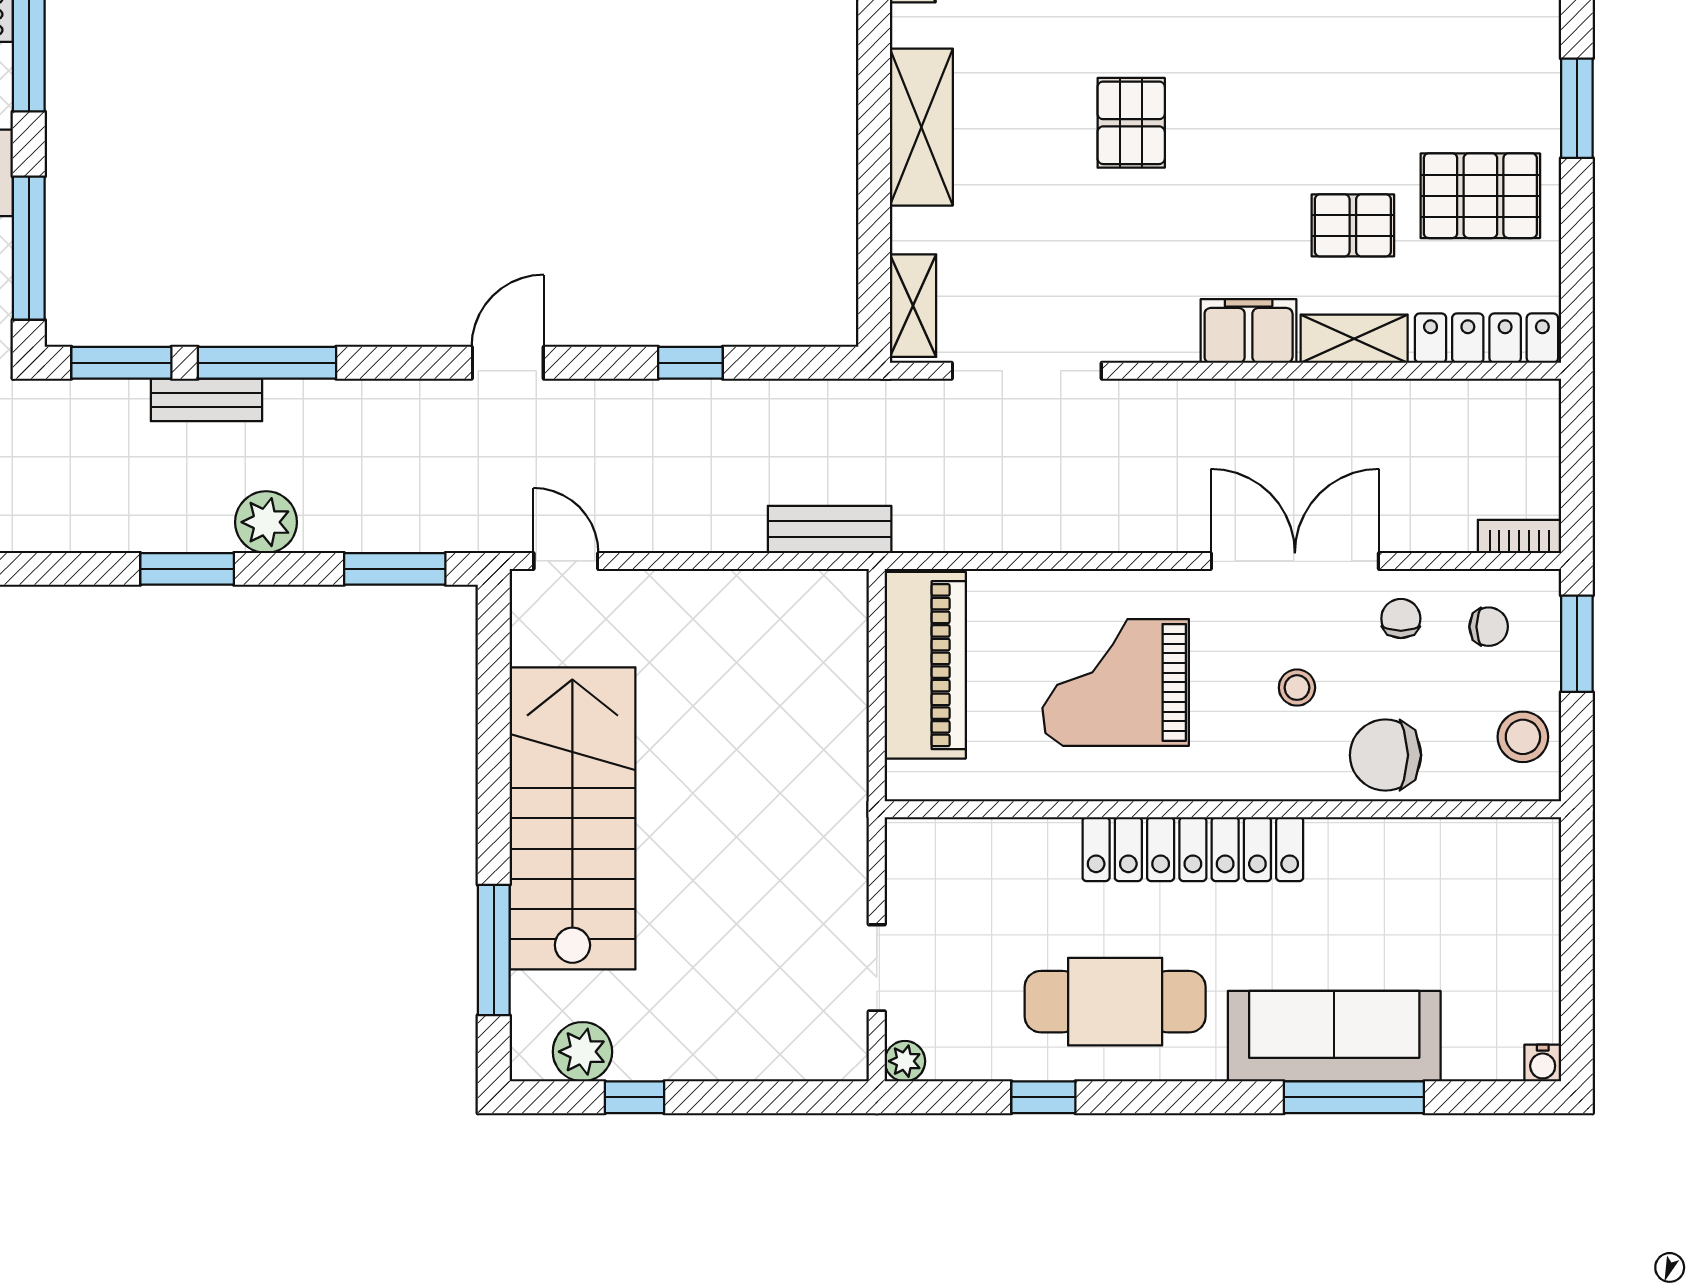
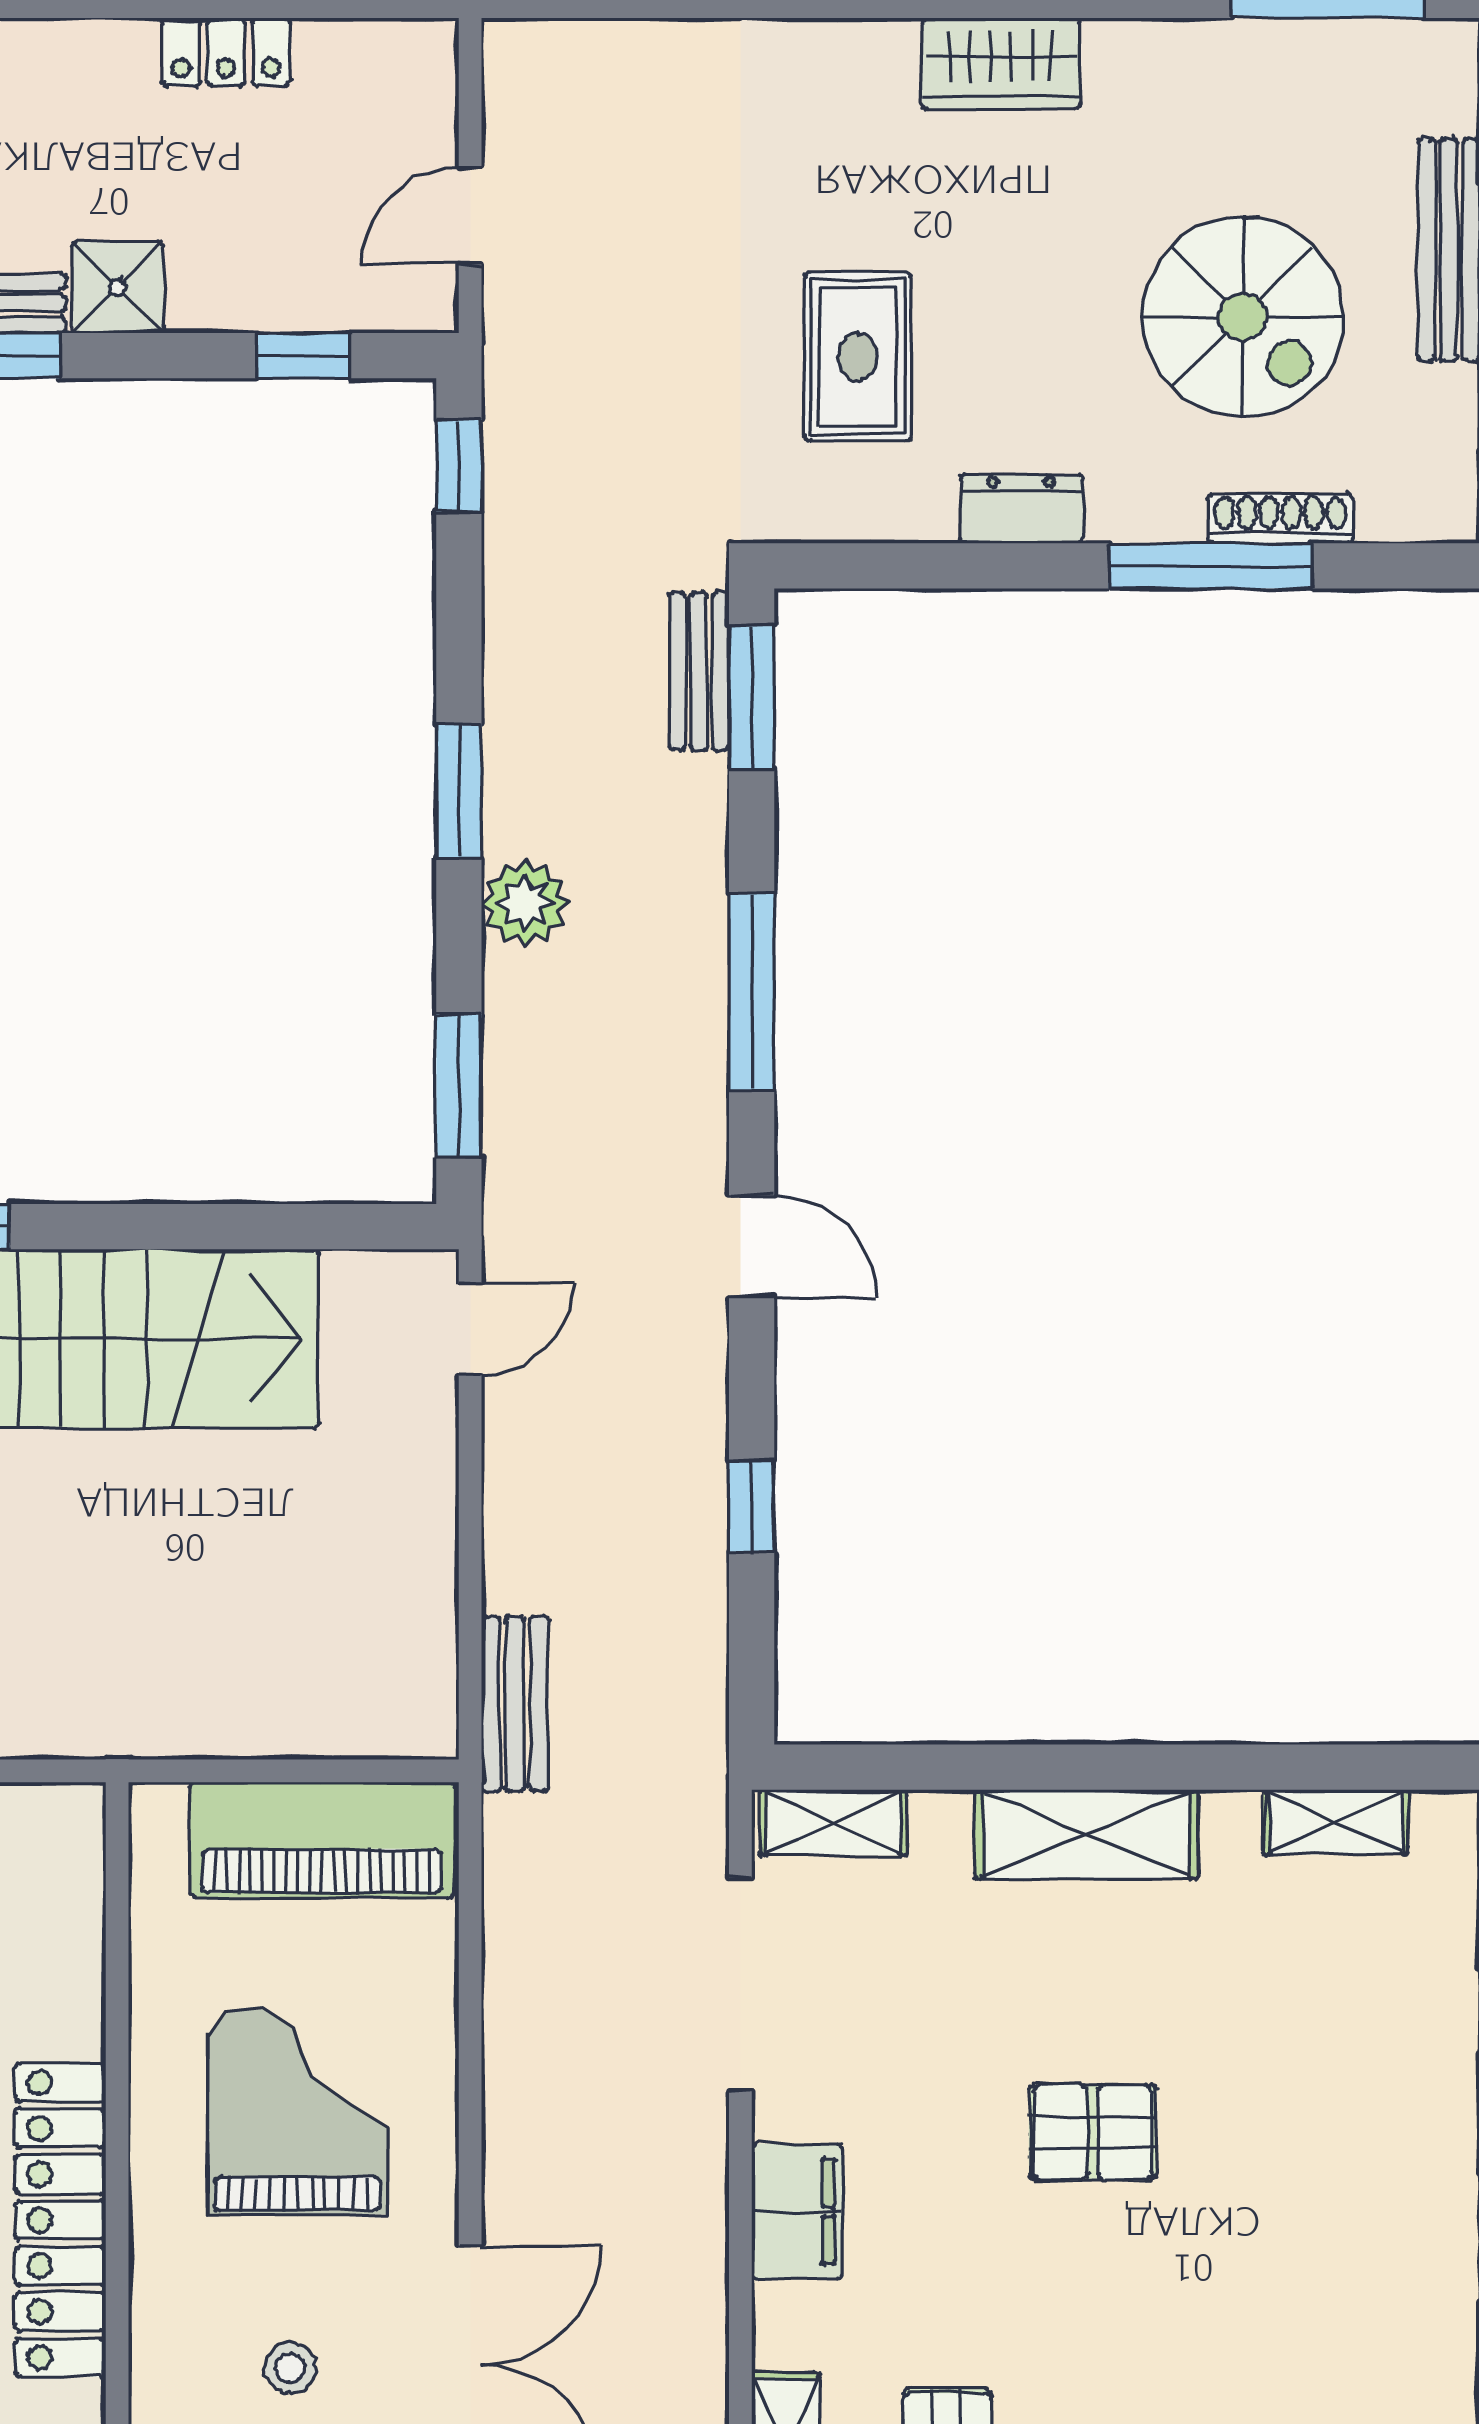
window: (29, 248) -> (915, 566), removed
filing cabinet: (1249, 331) -> (797, 2212), moved
window: (267, 363) -> (752, 992), moved
bench: (206, 400) -> (699, 671), moved

